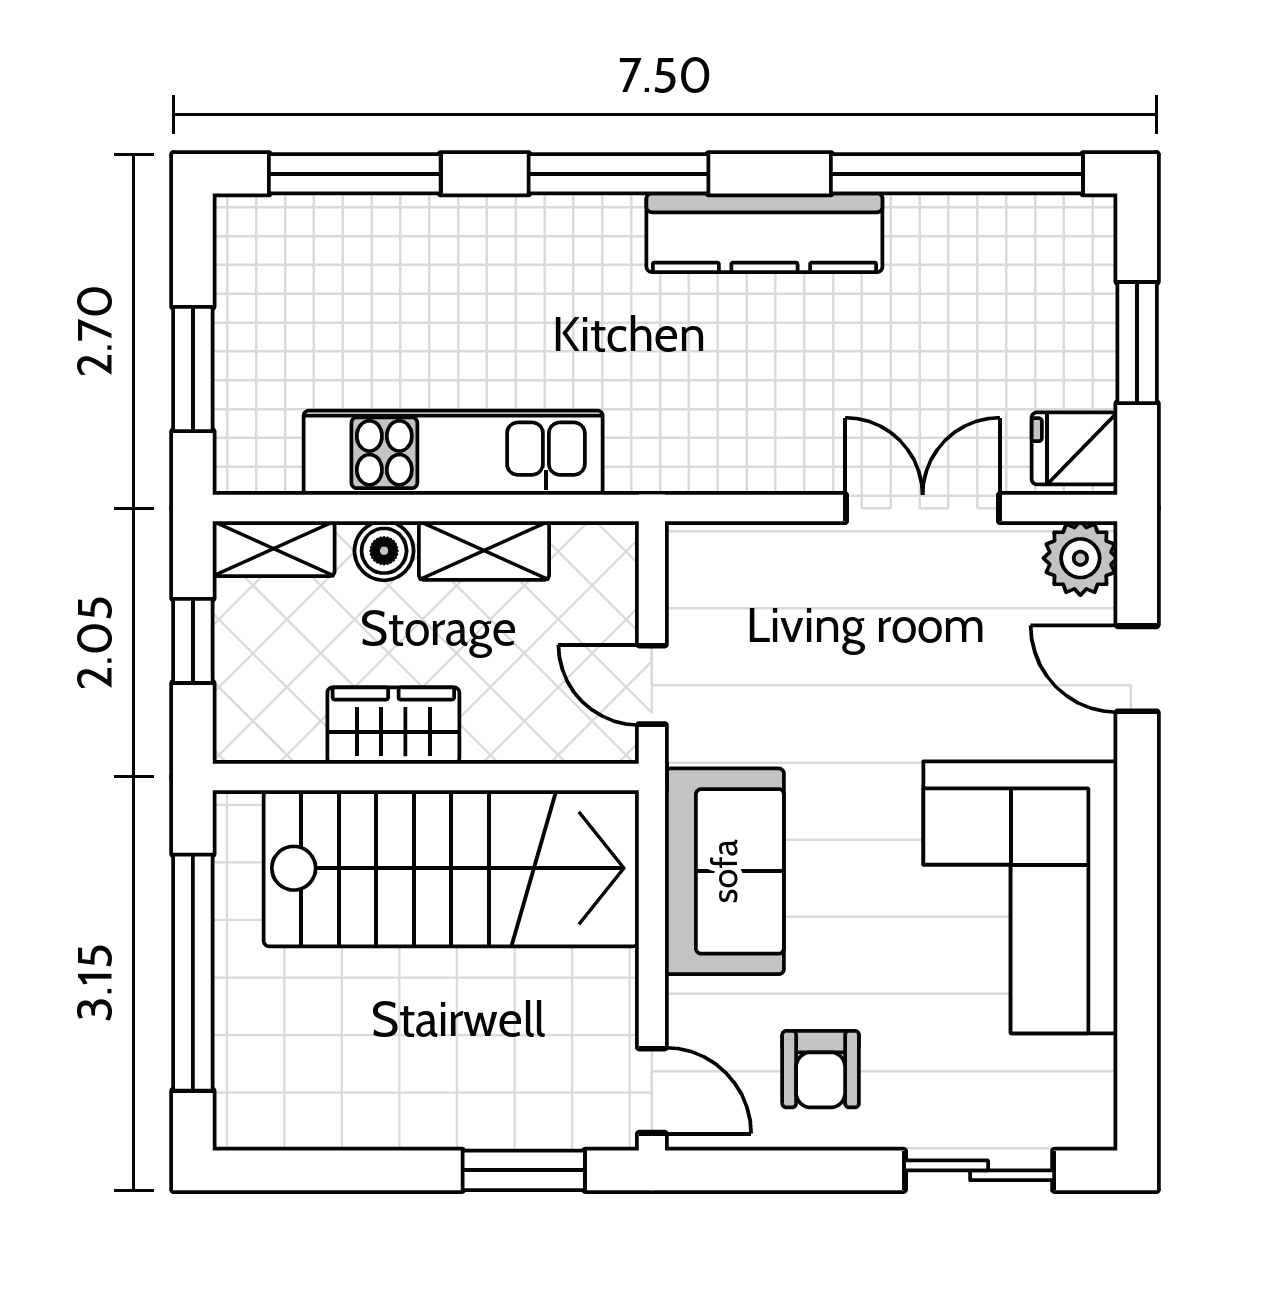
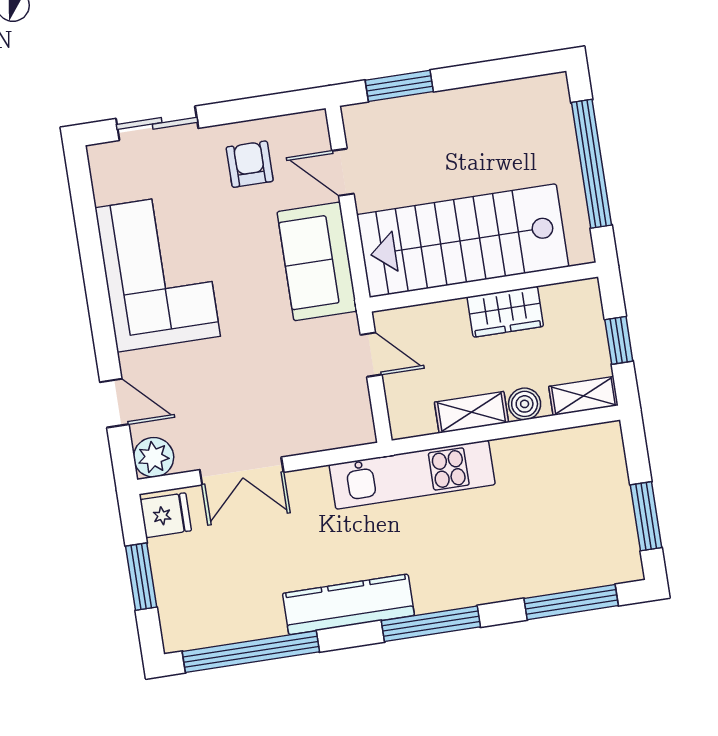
window: (193, 369) -> (646, 516), moved
kitchen unit: (453, 453) -> (412, 475), moved
door: (652, 1091) -> (343, 172), moved

